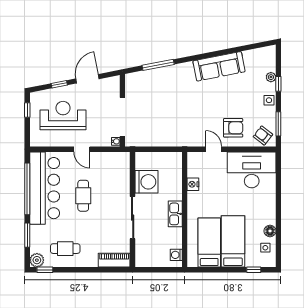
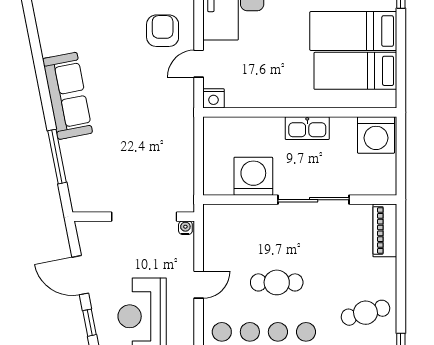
sofa: (219, 66) -> (67, 96), moved
nightstand: (193, 184) -> (213, 98), moved
cafe table: (65, 249) -> (365, 313), turned 75
washing machine: (176, 255) -> (376, 135), width x1.89, depth x1.89

